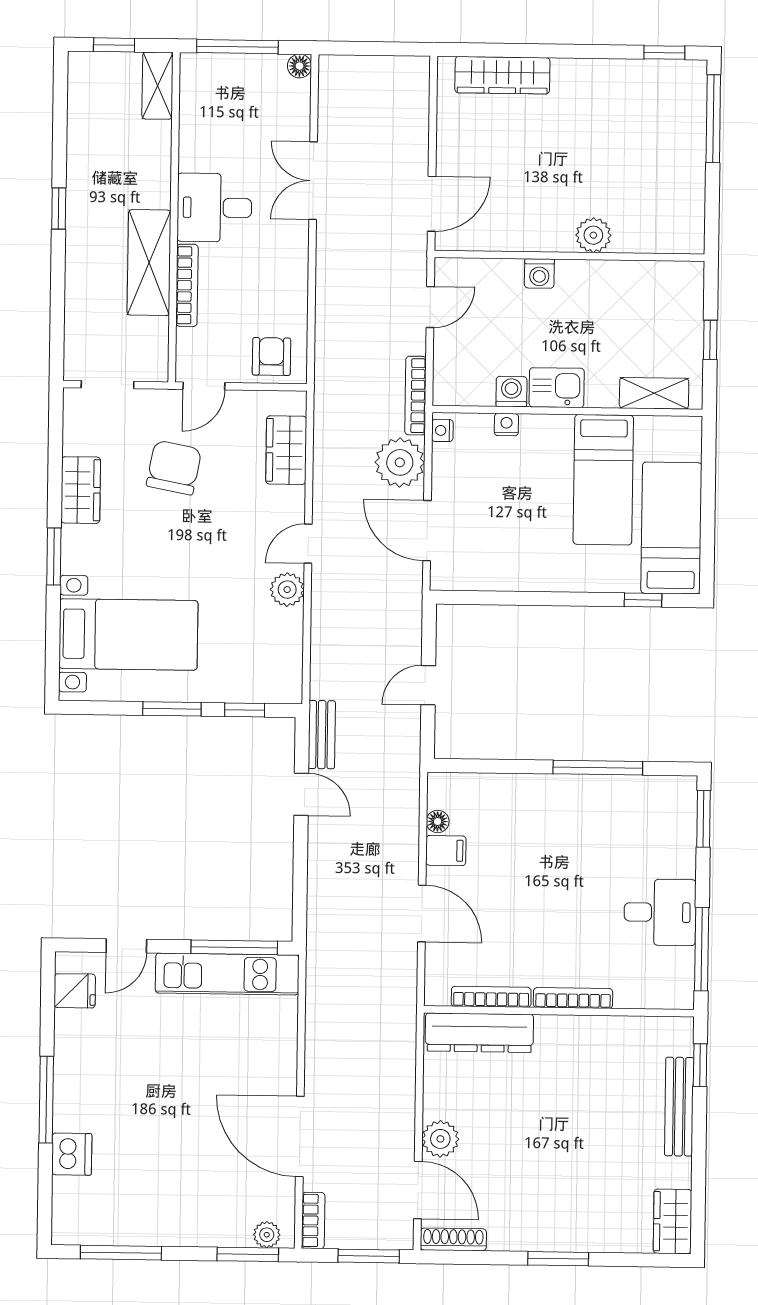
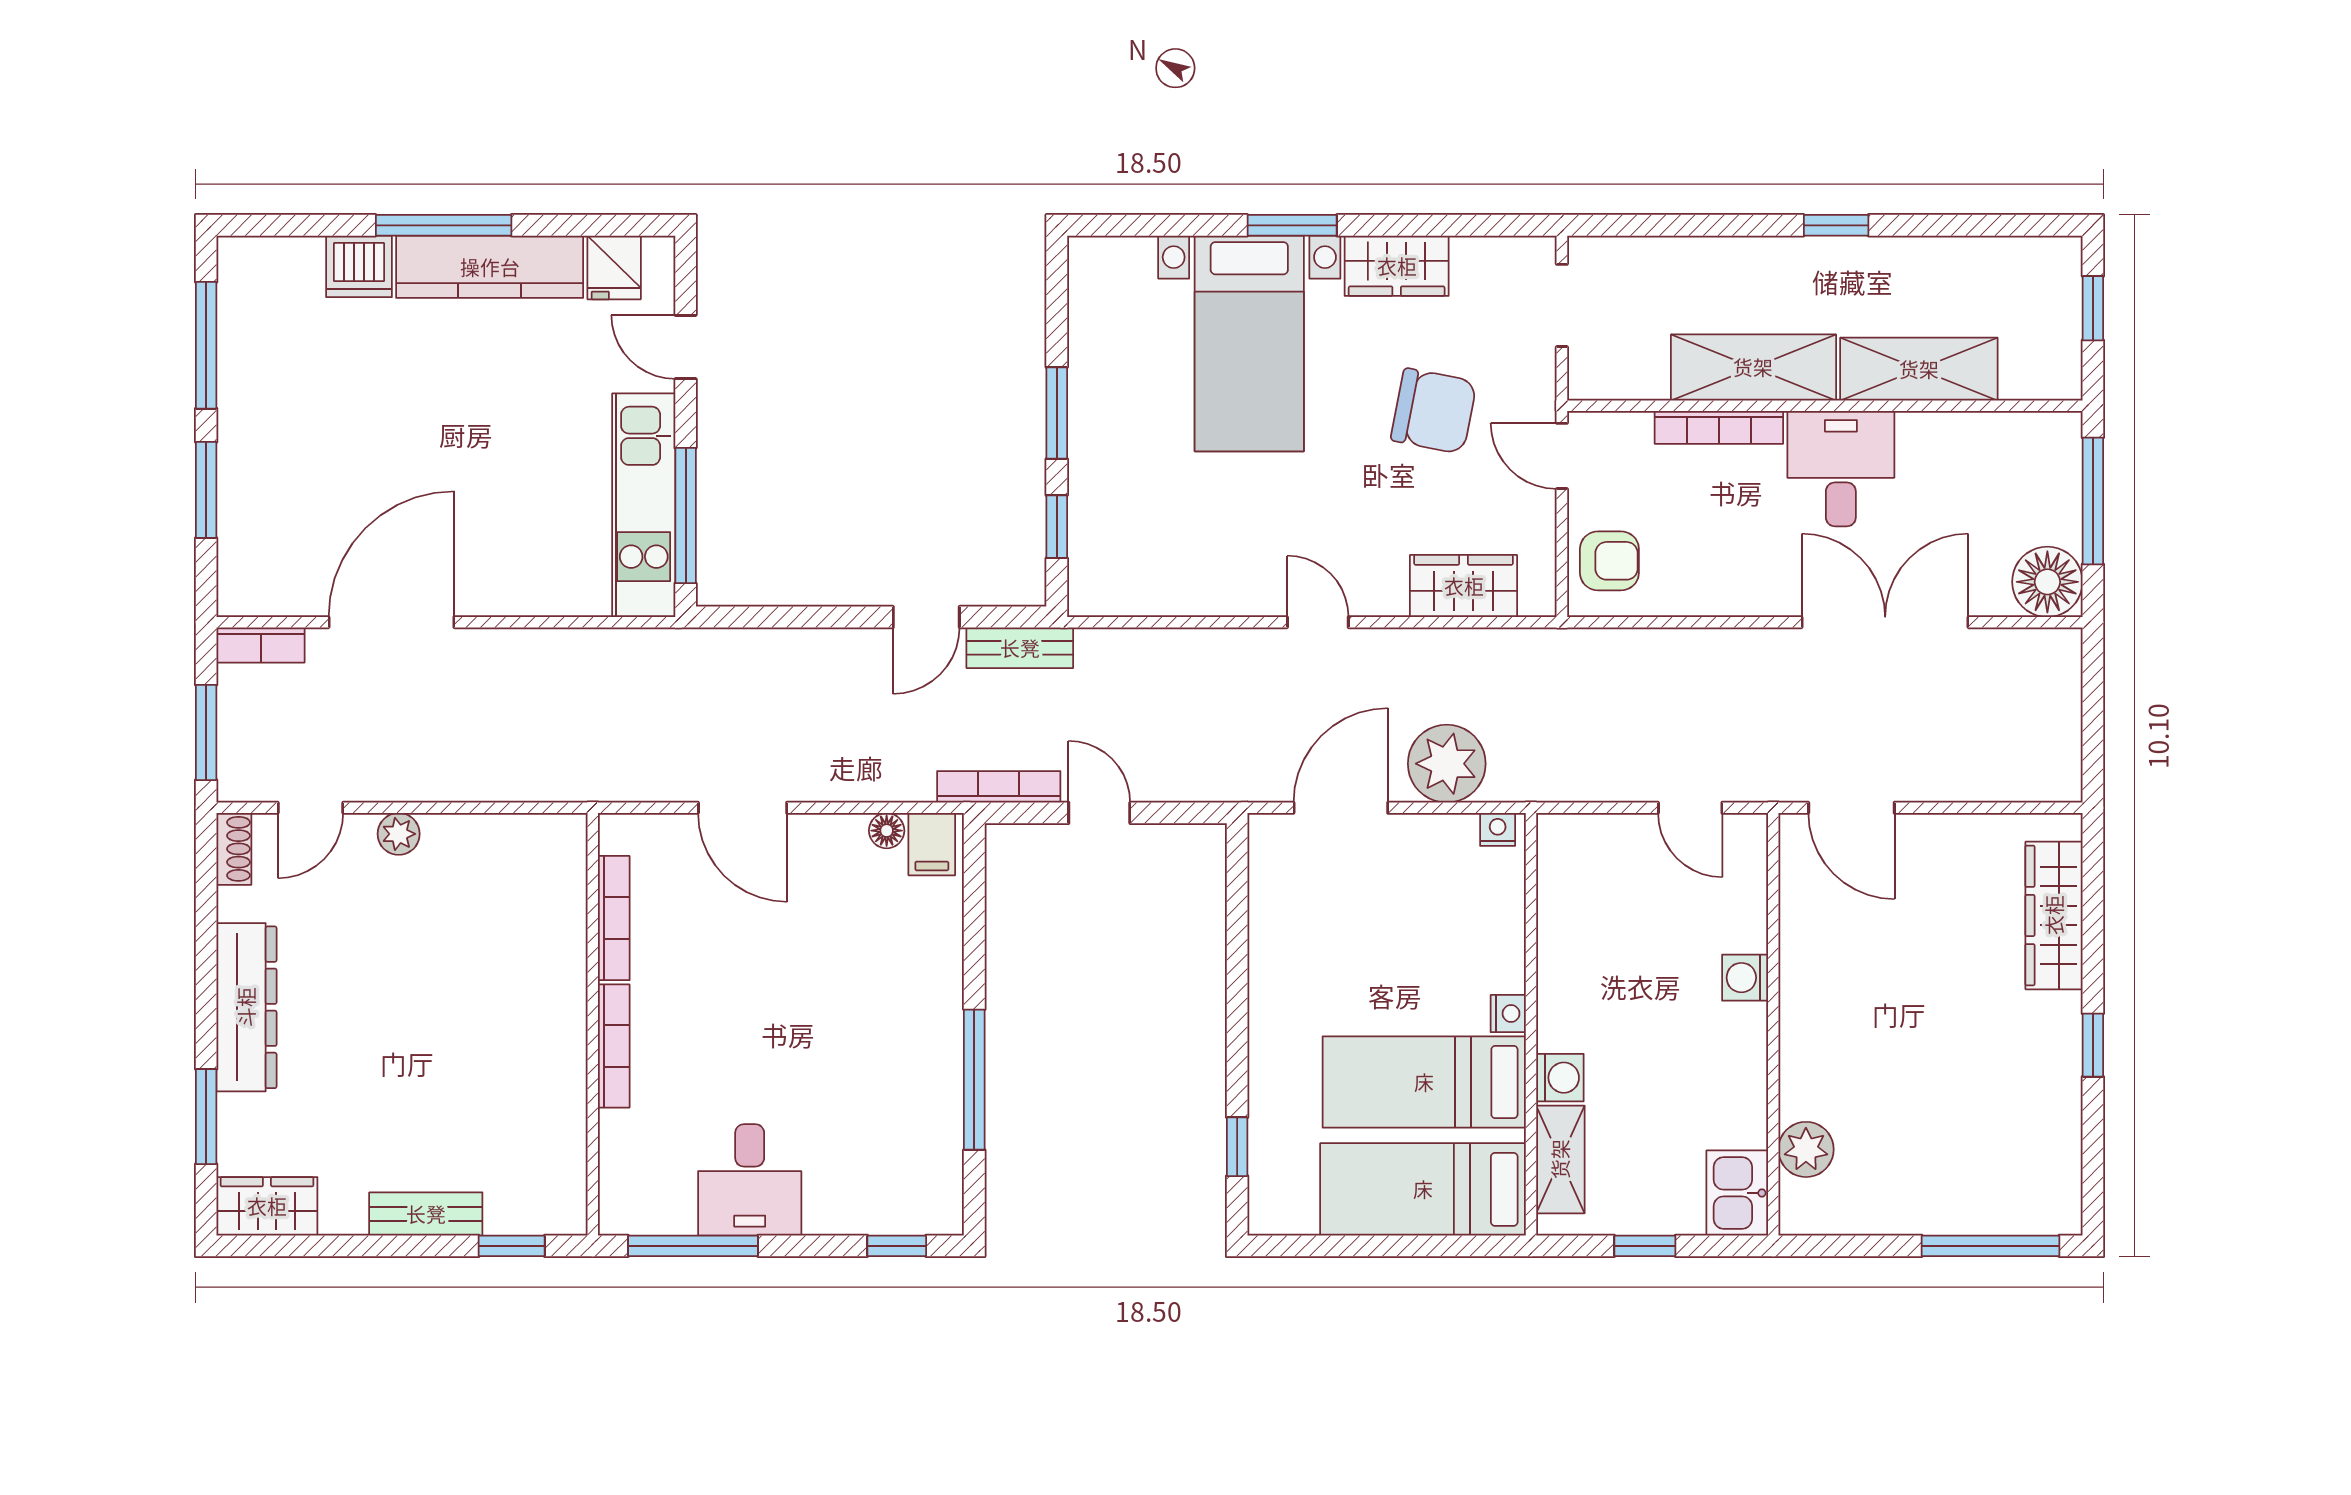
window: (664, 53) -> (2093, 1045), moved
floor lamp: (300, 66) -> (2047, 582), width x1.89, depth x1.89
shelving: (157, 86) -> (1919, 369), moved, width x1.50, depth x1.33
double door: (313, 181) -> (1885, 622), width x1.37
plant: (593, 235) -> (1806, 1149), moved
kitchen sink: (557, 388) -> (1737, 1193), moved, turned 180
washing machine: (511, 392) -> (1560, 1078), moved
bookcase: (416, 396) -> (999, 787), moved
nightstand: (506, 425) -> (1508, 1014), moved
bed: (671, 528) -> (1423, 1189), moved, turned 180
plant: (287, 590) -> (1246, 591), removed
bed with nightstands: (128, 634) -> (1249, 343), moved
window: (703, 819) -> (897, 1246), width x0.67
filing cabinet: (446, 851) -> (932, 844), moved
door: (422, 913) -> (743, 808), hinge flipped
dresser: (479, 1033) -> (246, 1007), moved, turned 180
kitchen counter: (73, 1071) -> (490, 267), added
bench: (679, 1107) -> (426, 1214), width x0.73
plant: (440, 1139) -> (399, 834), width x0.73, depth x0.73
door: (418, 1190) -> (310, 808), width x0.73
plant: (267, 1235) -> (237, 573), removed
shoe rack: (453, 1239) -> (234, 849), width x0.70
window: (248, 1254) -> (206, 490), moved
window: (558, 1259) -> (206, 1117), moved

